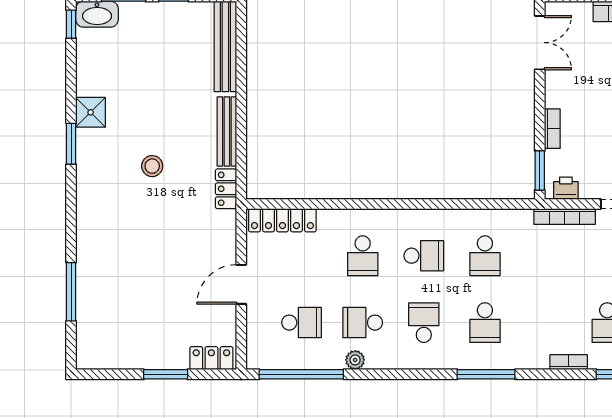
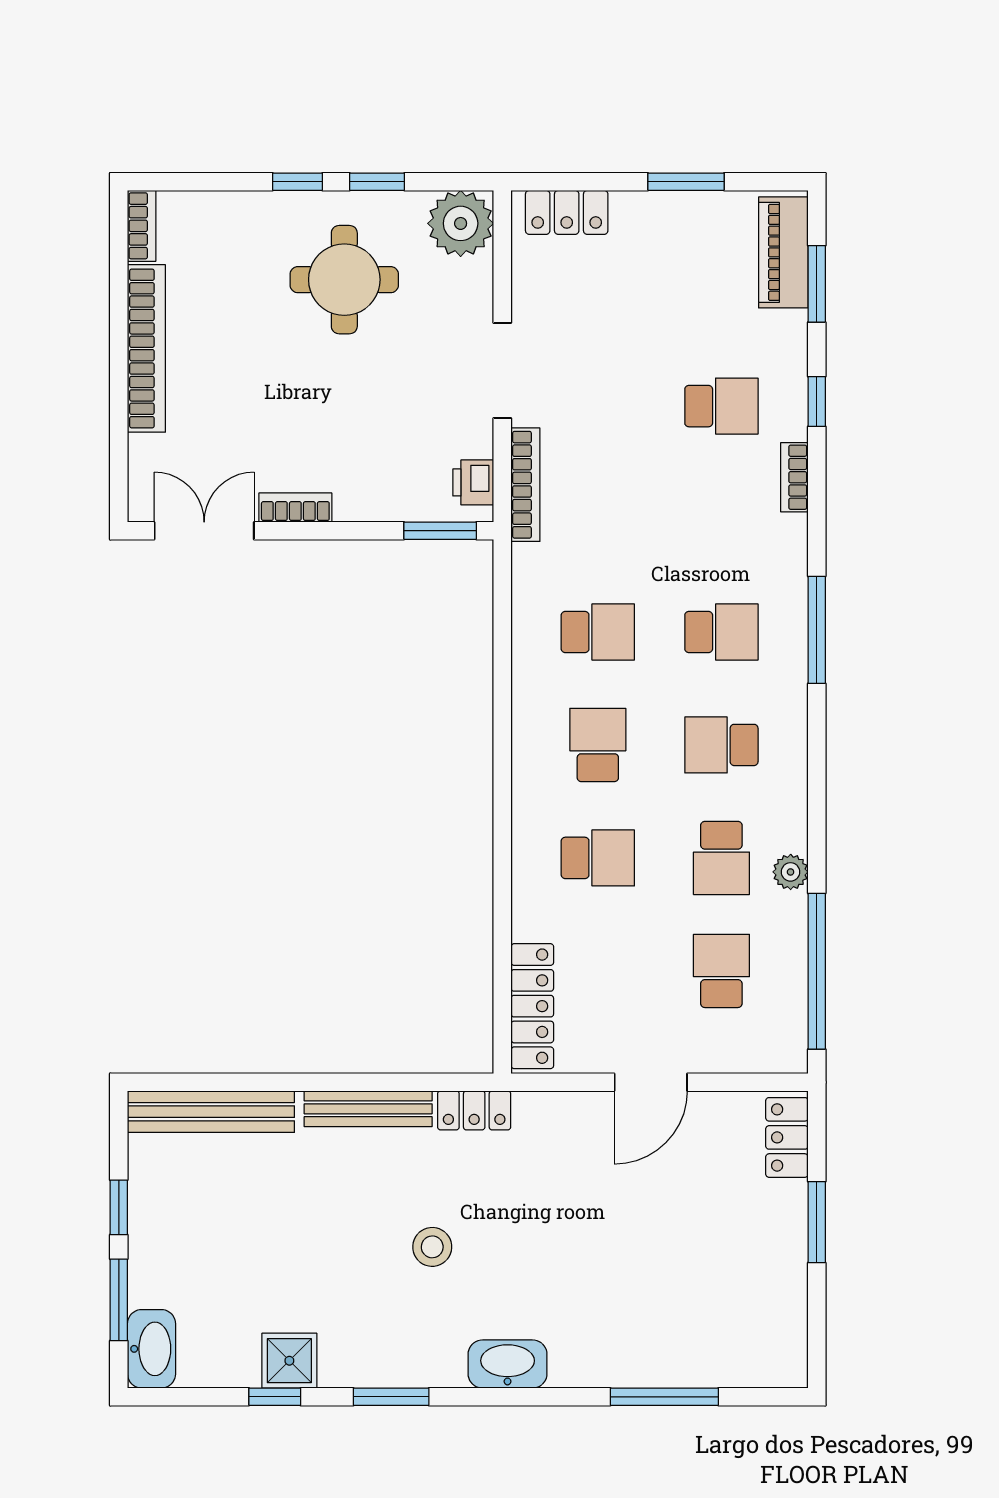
window: (71, 24) -> (275, 1397), moved
shower: (91, 112) -> (289, 1361), moved
bookcase: (552, 129) -> (295, 508), moved
washbasin: (89, 207) -> (508, 1364), added
door: (241, 284) -> (651, 1082), hinge flipped

